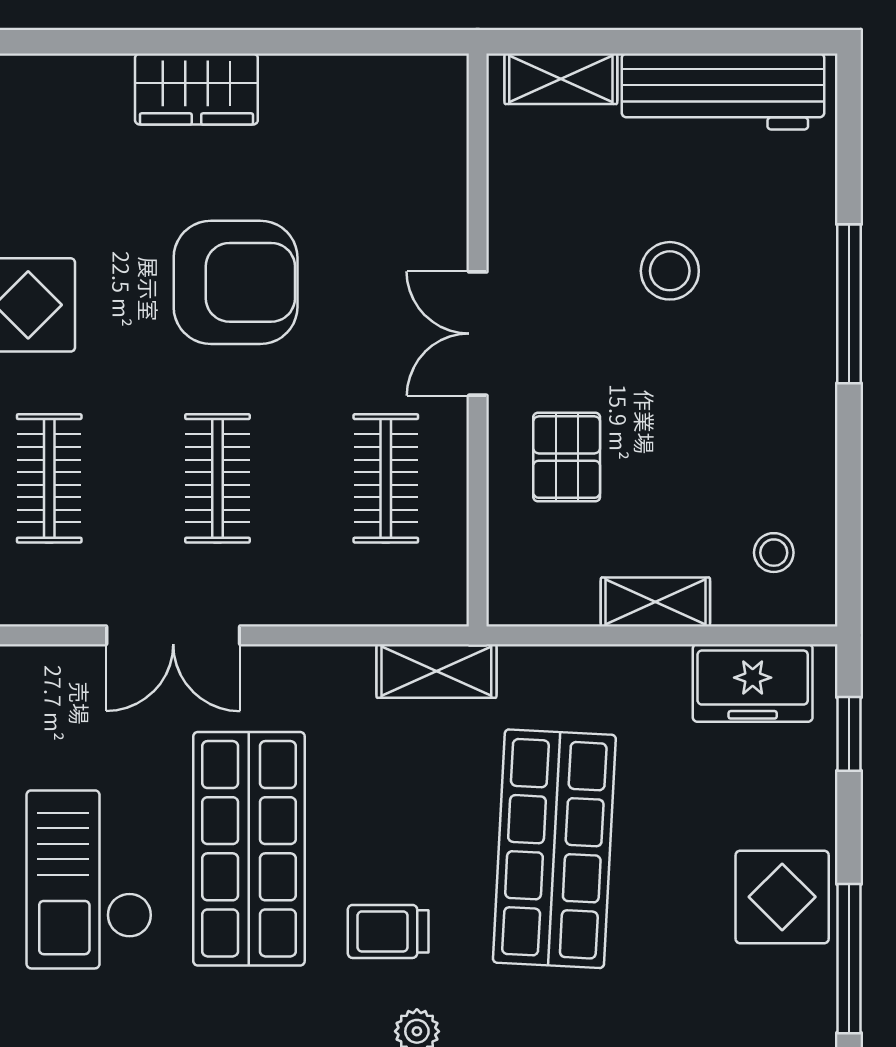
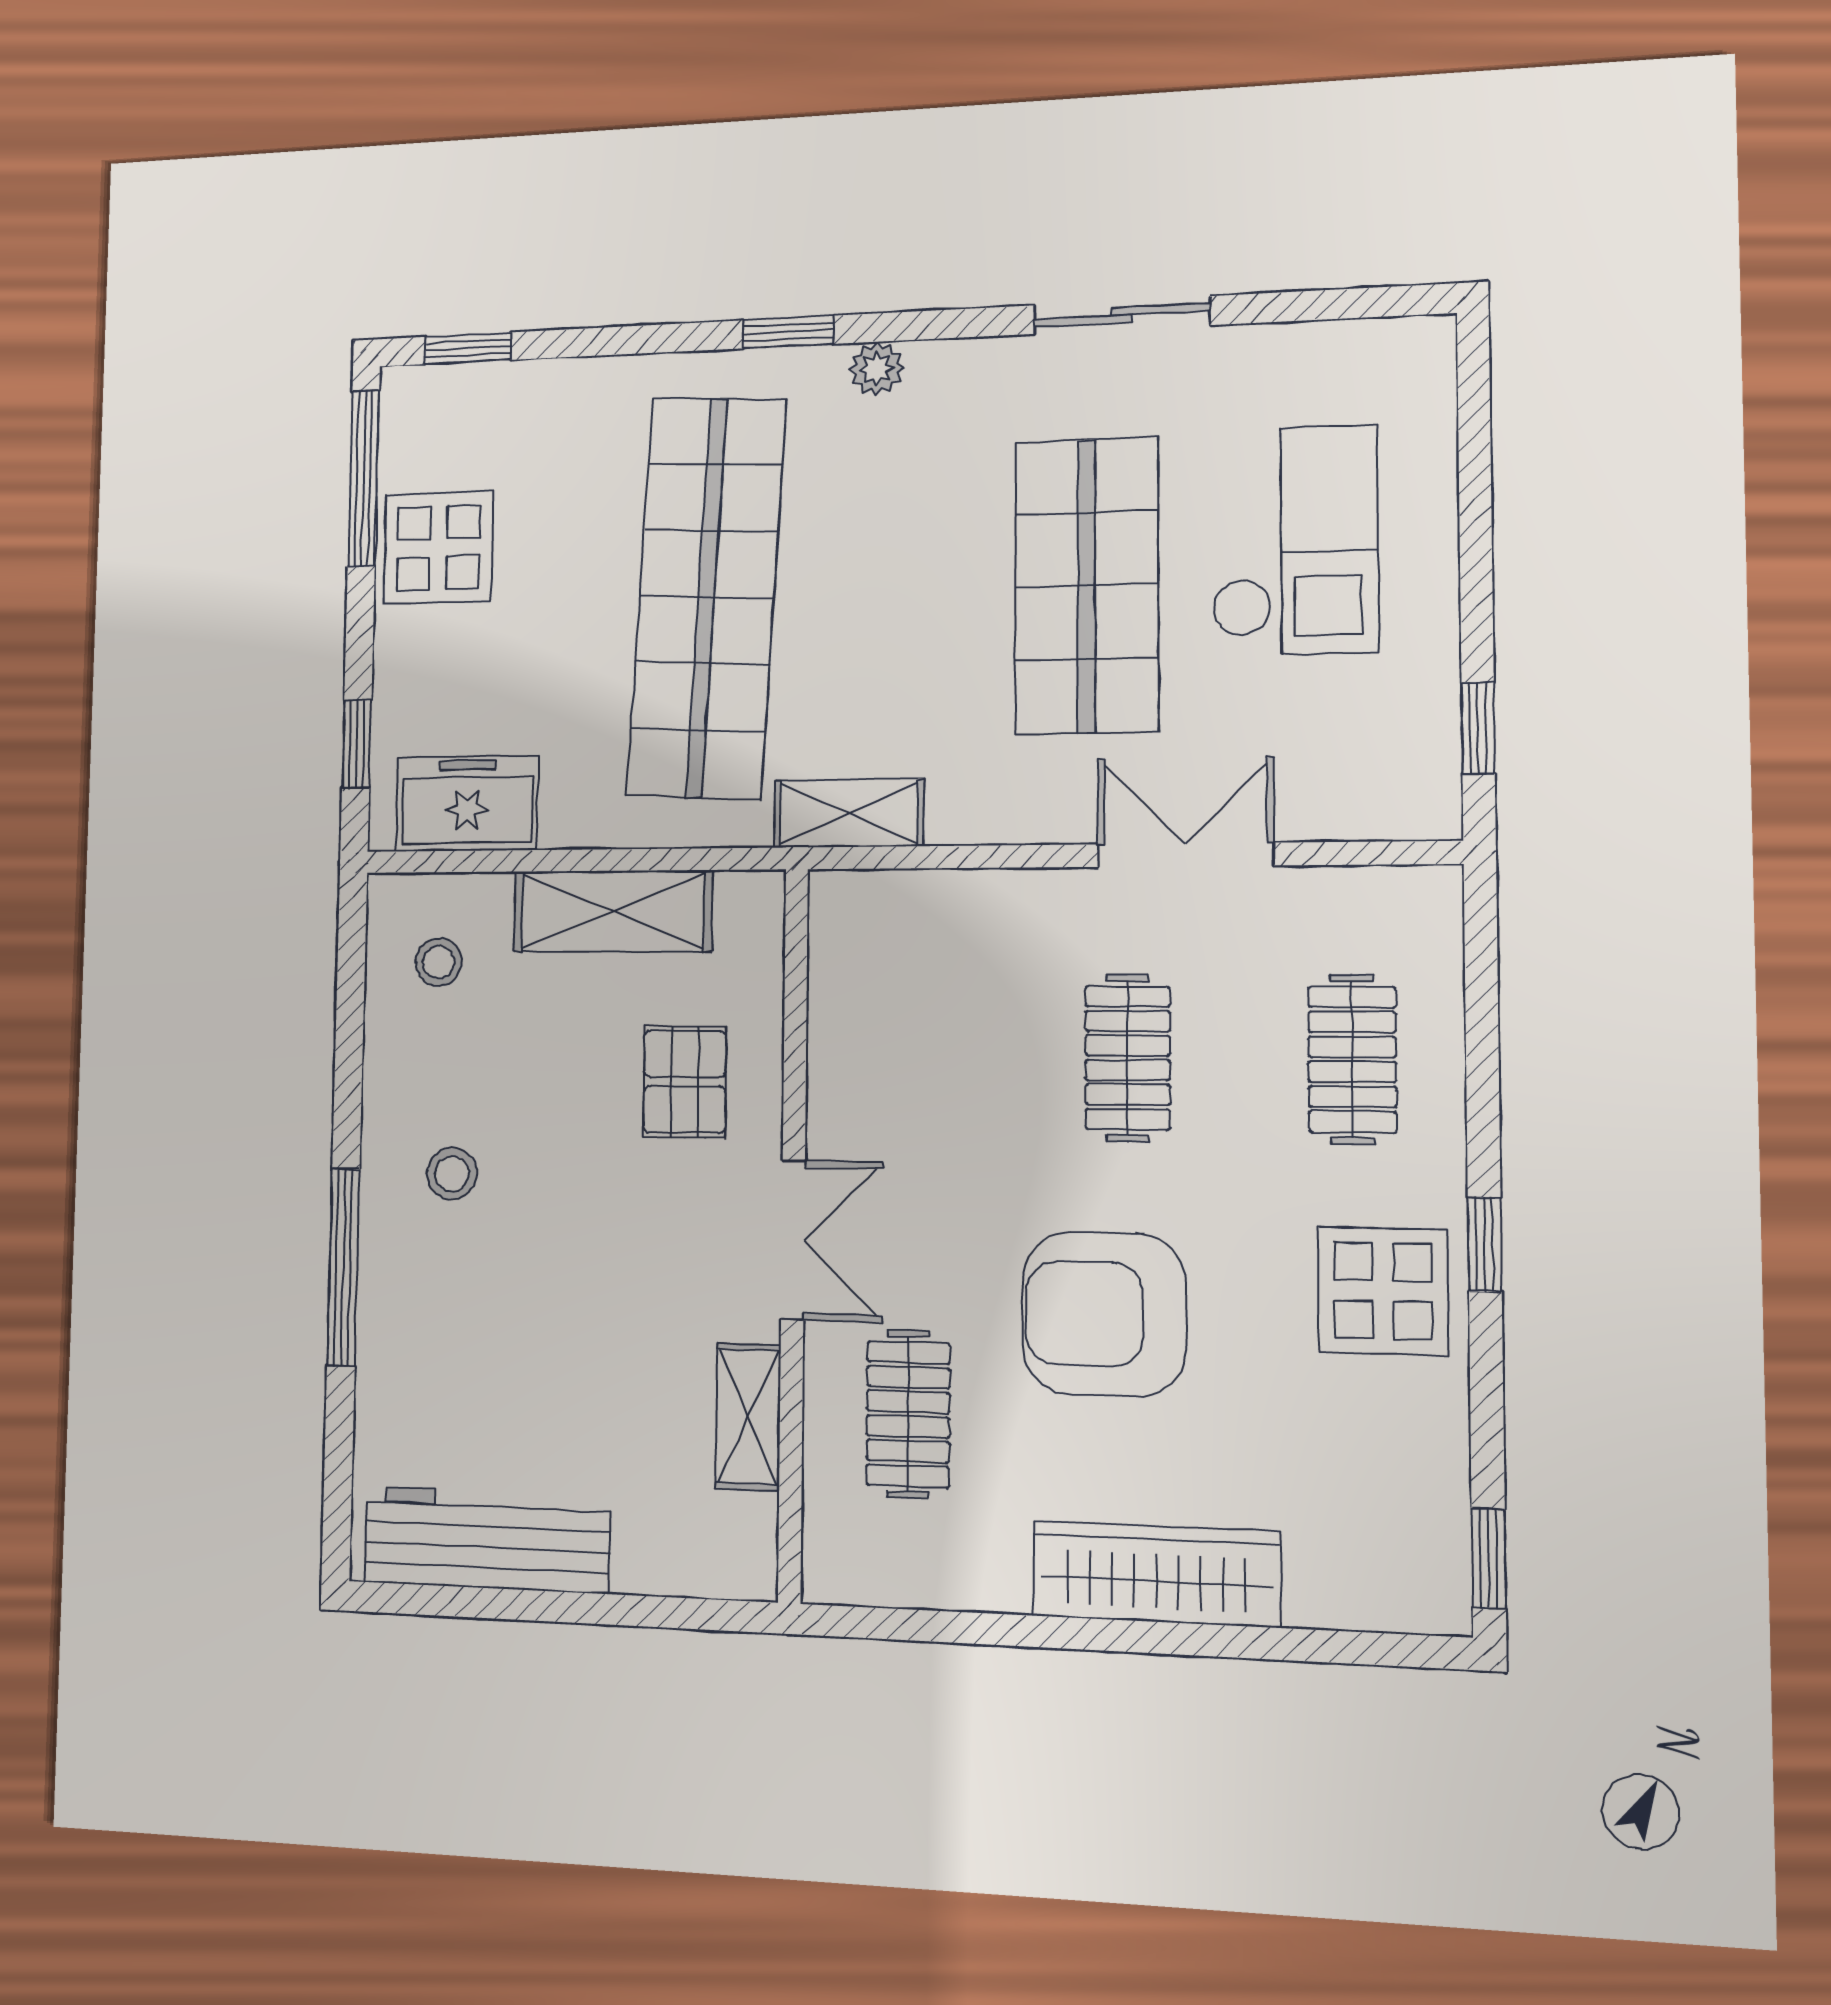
shelving: (561, 79) -> (748, 1417), moved, turned 90
wardrobe: (196, 89) -> (1156, 1574), width x1.50
stool: (670, 271) -> (452, 1174), moved, width x0.73, depth x0.73
clothes rail: (386, 478) -> (908, 1414), moved
shelving: (655, 602) -> (613, 911), width x1.50, depth x1.33
shop shelf: (554, 849) -> (706, 597), width x1.40
trolley: (388, 931) -> (911, 489), removed

